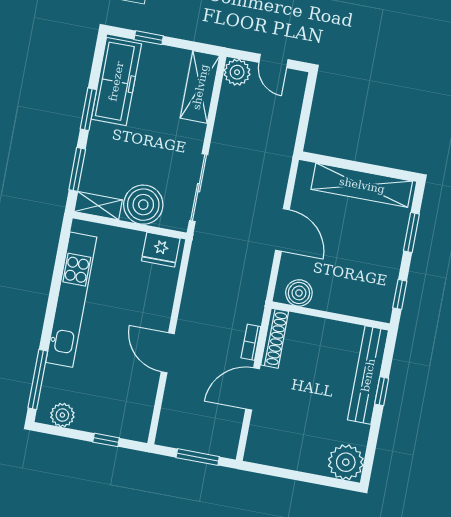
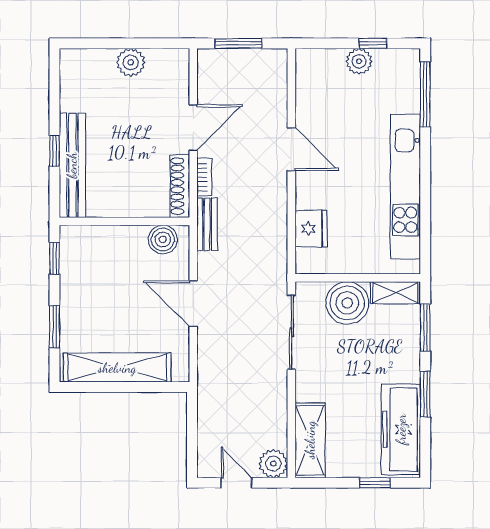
fridge: (161, 250) -> (311, 229), moved, turned 90
bench: (257, 299) -> (207, 224), added
plant: (62, 415) -> (359, 61), moved
window: (106, 440) -> (373, 43), moved
plant: (346, 462) -> (131, 62), moved, width x0.73, depth x0.73

